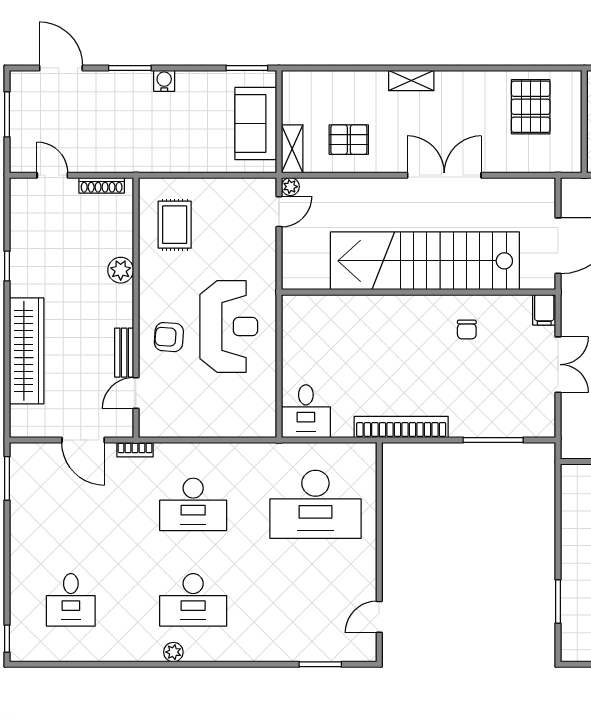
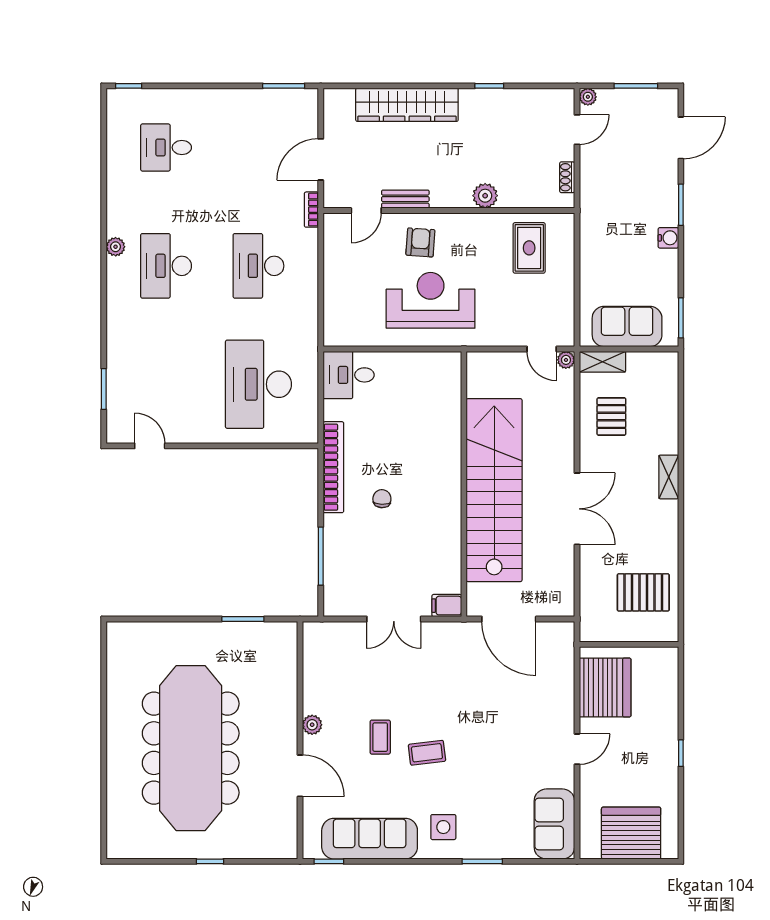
plant: (18, 164) -> (588, 97), added
shoe rack: (102, 185) -> (567, 177), width x0.70
rug: (175, 225) -> (529, 248), turned 90
reception desk: (229, 327) -> (431, 300), turned 180
chair: (467, 330) -> (382, 499), moved, turned 93
door: (136, 393) -> (366, 210), swing flipped
window: (558, 602) -> (243, 619), moved

